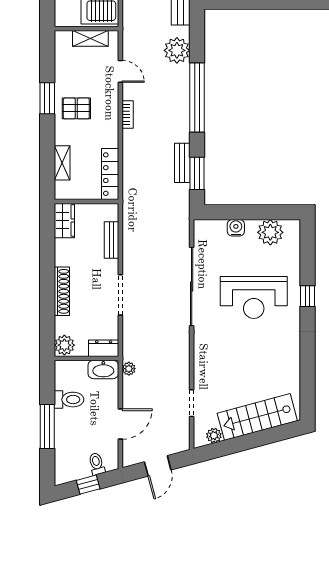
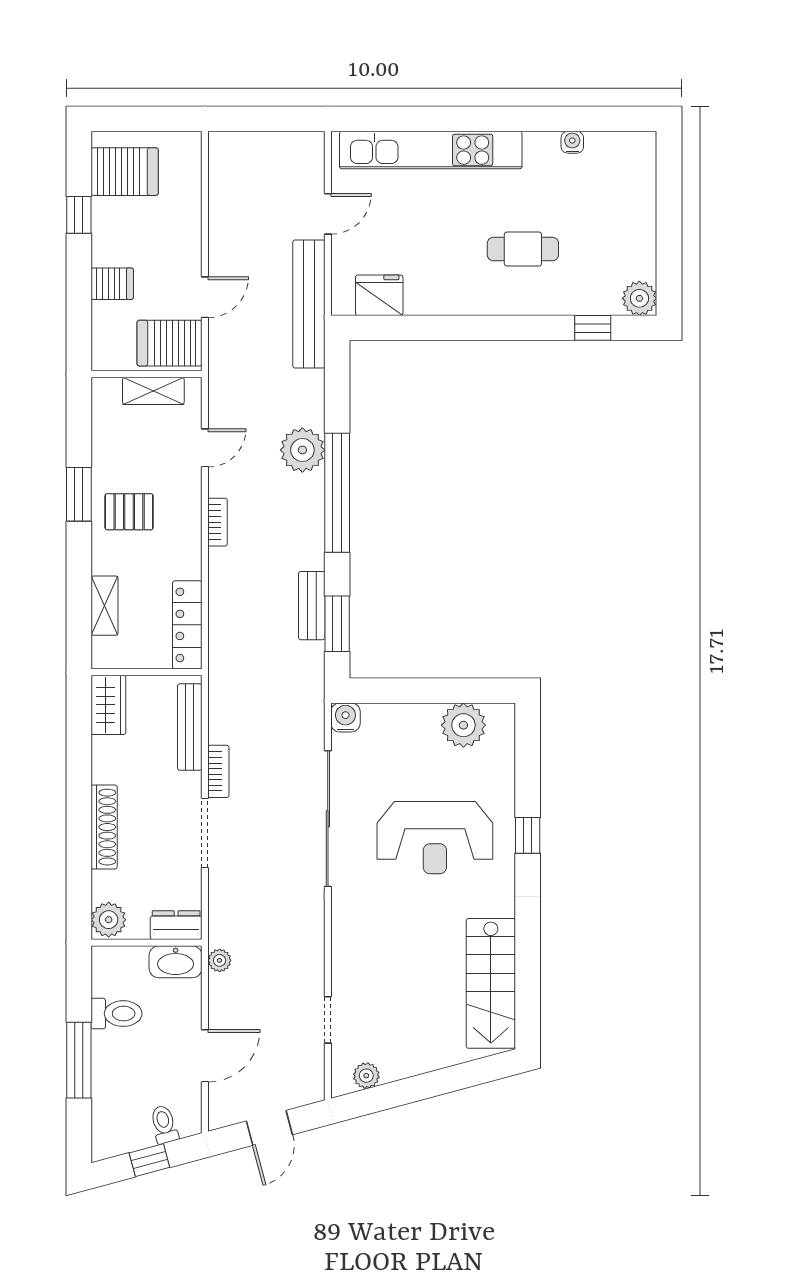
plant: (177, 50) -> (302, 450), moved
door: (120, 71) -> (205, 448), hinge flipped
water cooler: (236, 228) -> (345, 717), moved
bench: (111, 240) -> (190, 727), width x1.36
bookcase: (128, 259) -> (218, 771), added
stairs: (257, 417) -> (491, 983), moved, turned -75

